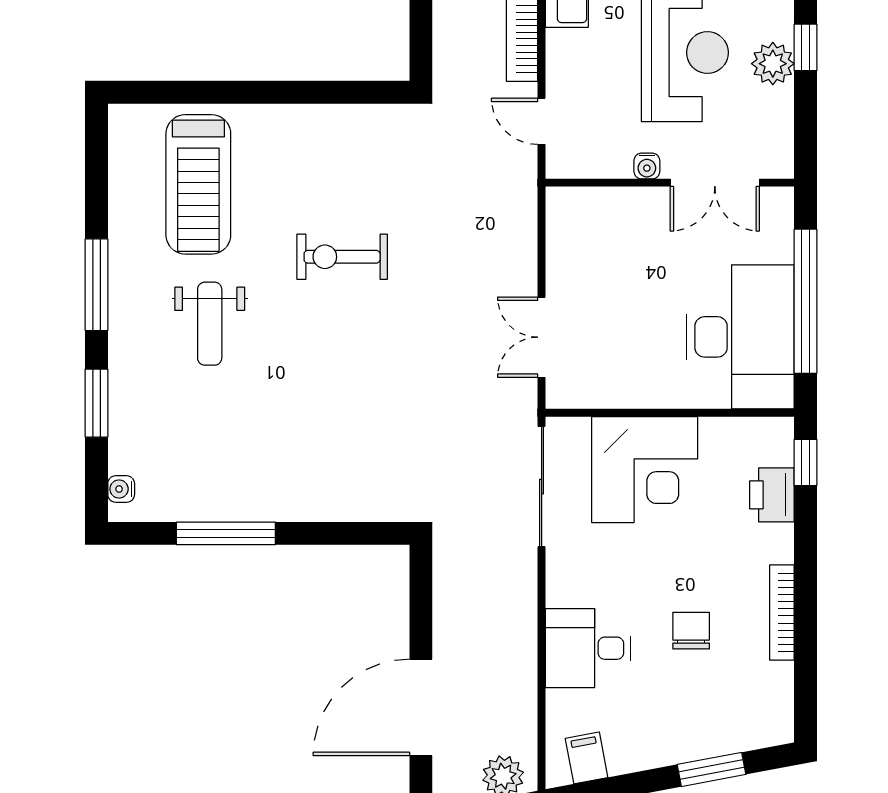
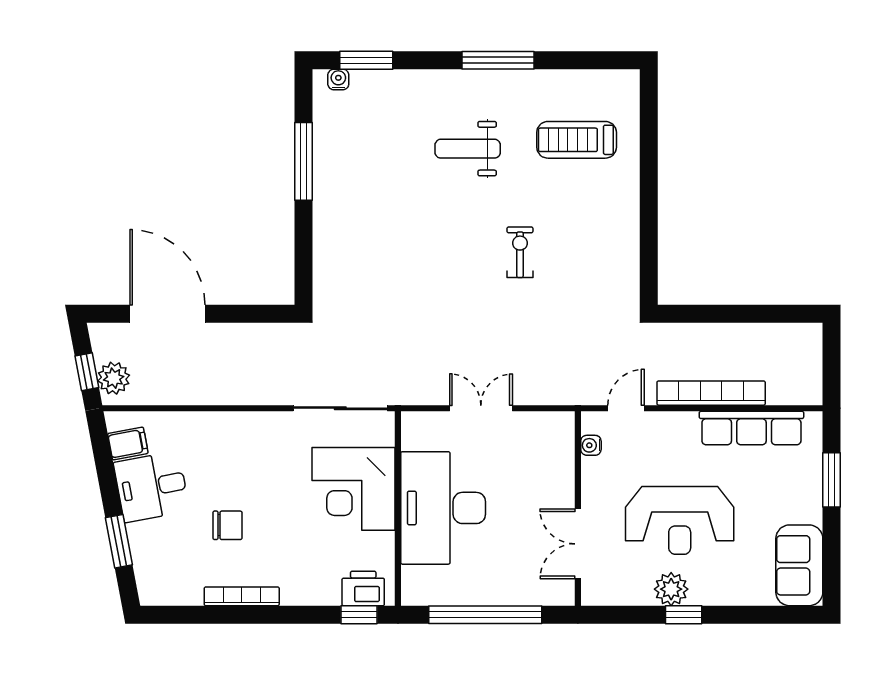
water cooler: (647, 166) -> (591, 445), moved
treadmill: (198, 184) -> (577, 140), width x0.73, depth x0.73
exercise bike: (342, 257) -> (520, 252), width x0.73, depth x0.72
double door: (542, 337) -> (481, 408), moved
desk: (740, 337) -> (443, 508), moved, turned 90
window: (97, 403) -> (366, 60), moved
printer: (772, 495) -> (363, 588), moved
desk: (588, 648) -> (152, 487), moved, turned -101

